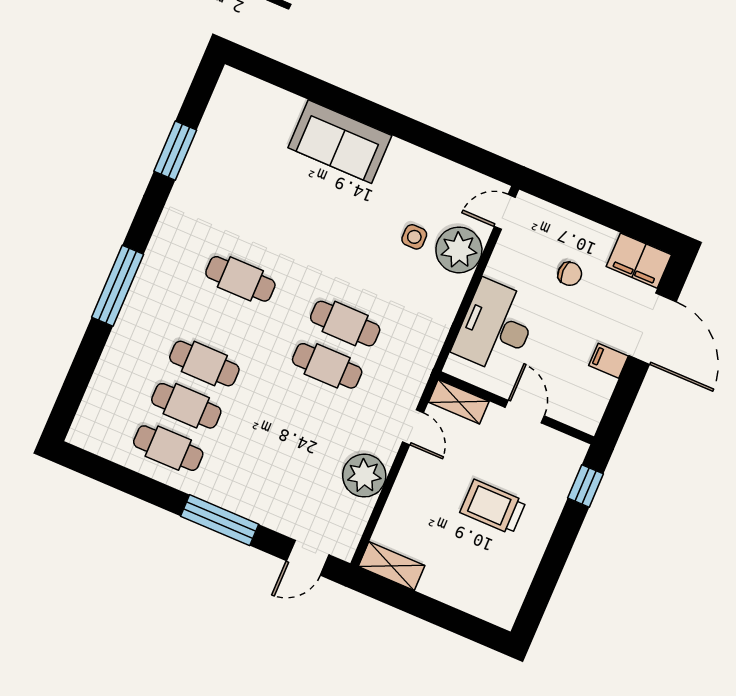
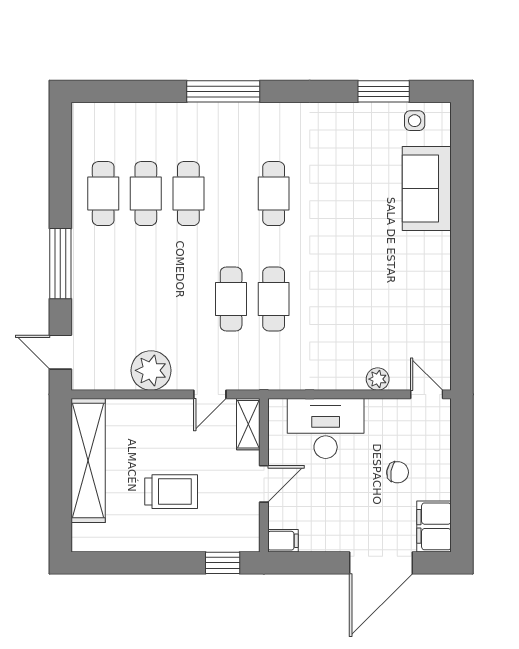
sofa: (340, 142) -> (427, 189), moved
window: (175, 151) -> (384, 91), moved
side table: (414, 237) -> (415, 121), moved
plant: (459, 250) -> (378, 379), width x0.53, depth x0.53
chair: (570, 274) -> (398, 472), turned -80
filing cabinet: (609, 361) -> (283, 541), moved, turned 90
trolley: (493, 507) -> (171, 492), turned 90
shelving: (392, 566) -> (88, 460), width x2.20, depth x1.33

